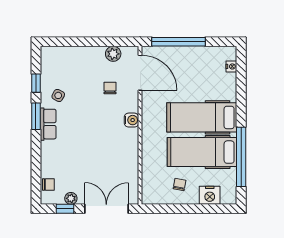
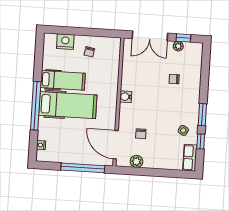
water cooler: (131, 120) -> (126, 97), moved
row of seats: (48, 124) -> (190, 158), moved
hospital bed: (202, 152) -> (63, 80), width x0.73, depth x0.78
window: (241, 157) -> (36, 106), moved
chair: (48, 184) -> (174, 79), moved

